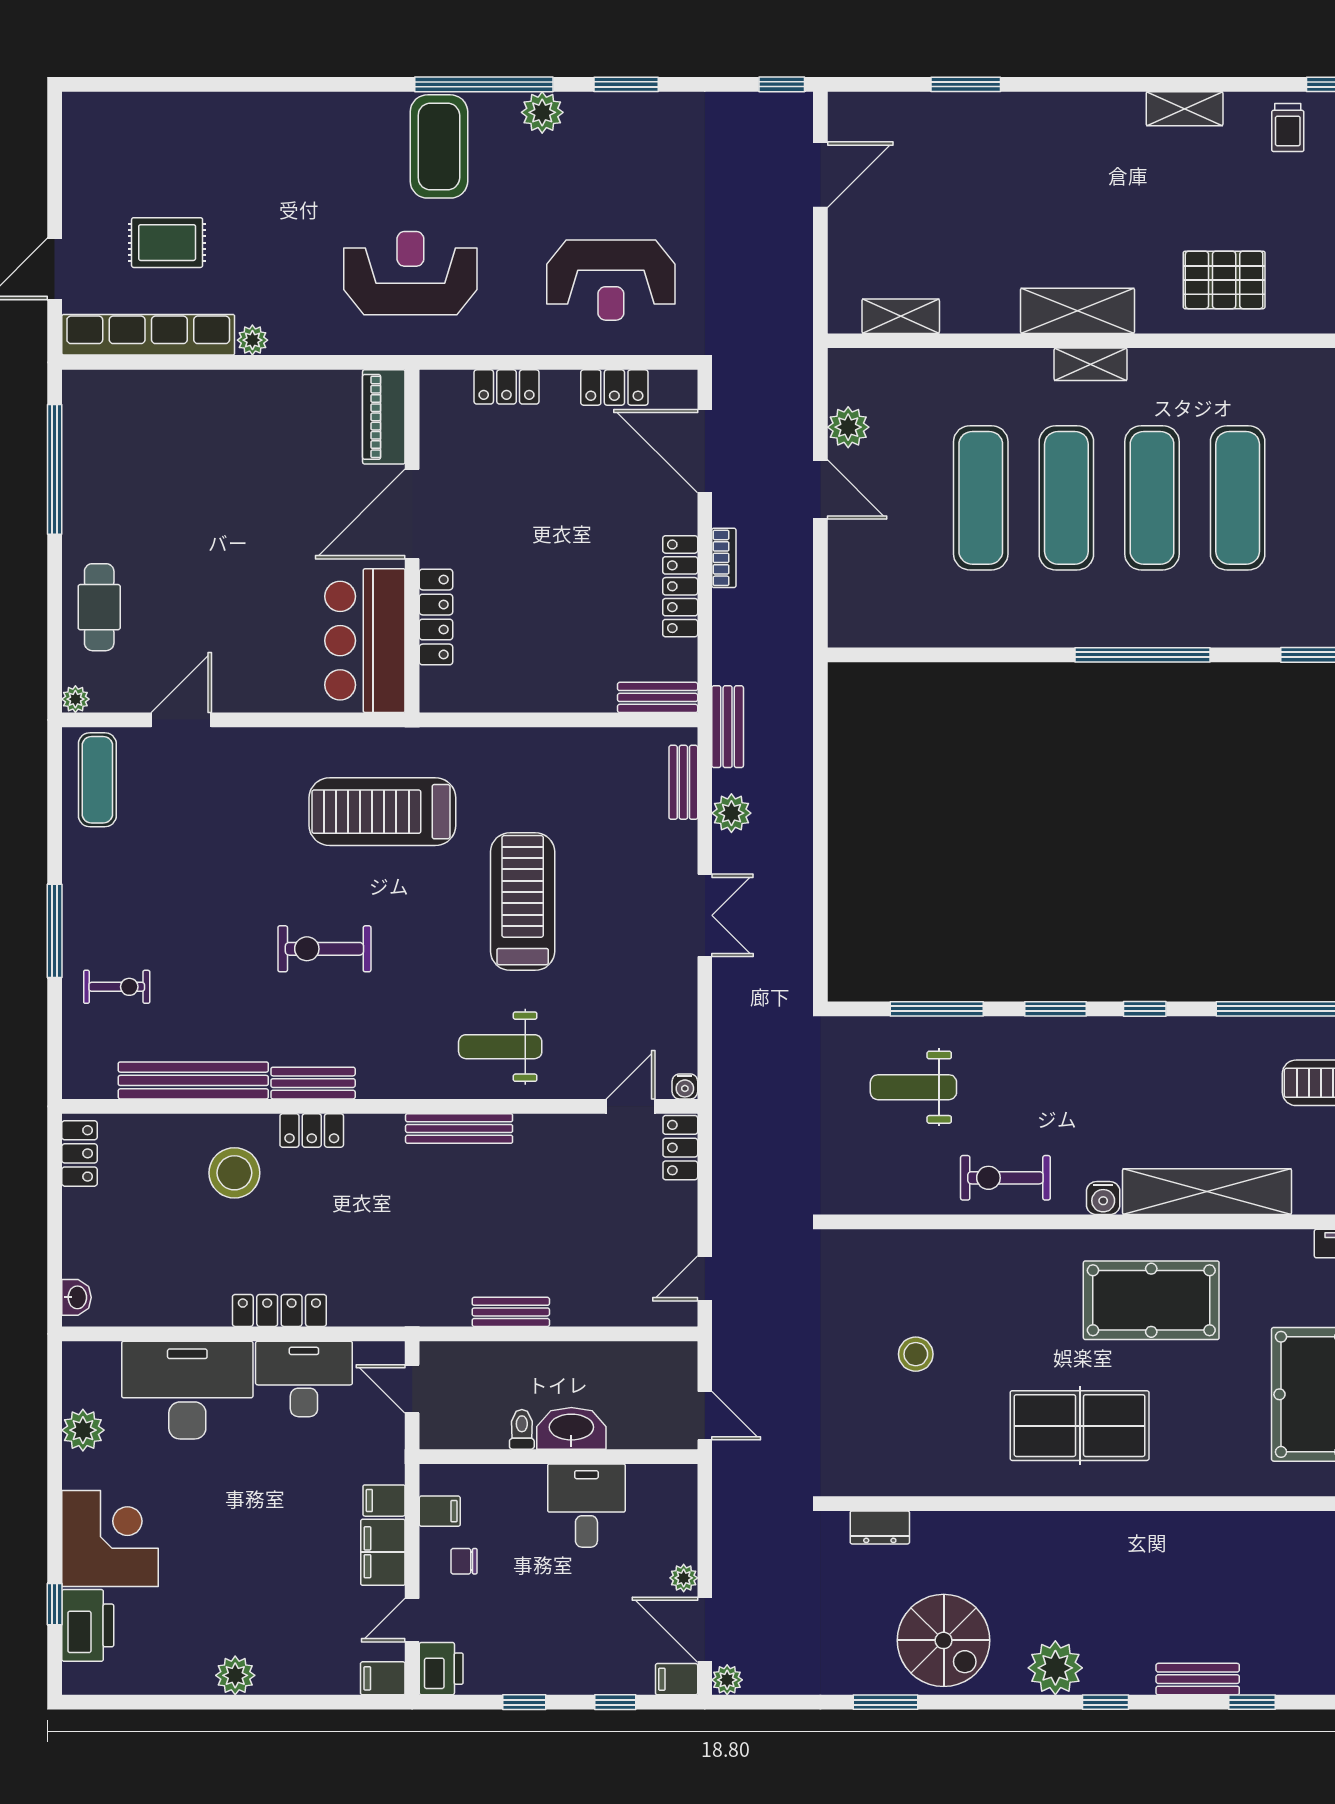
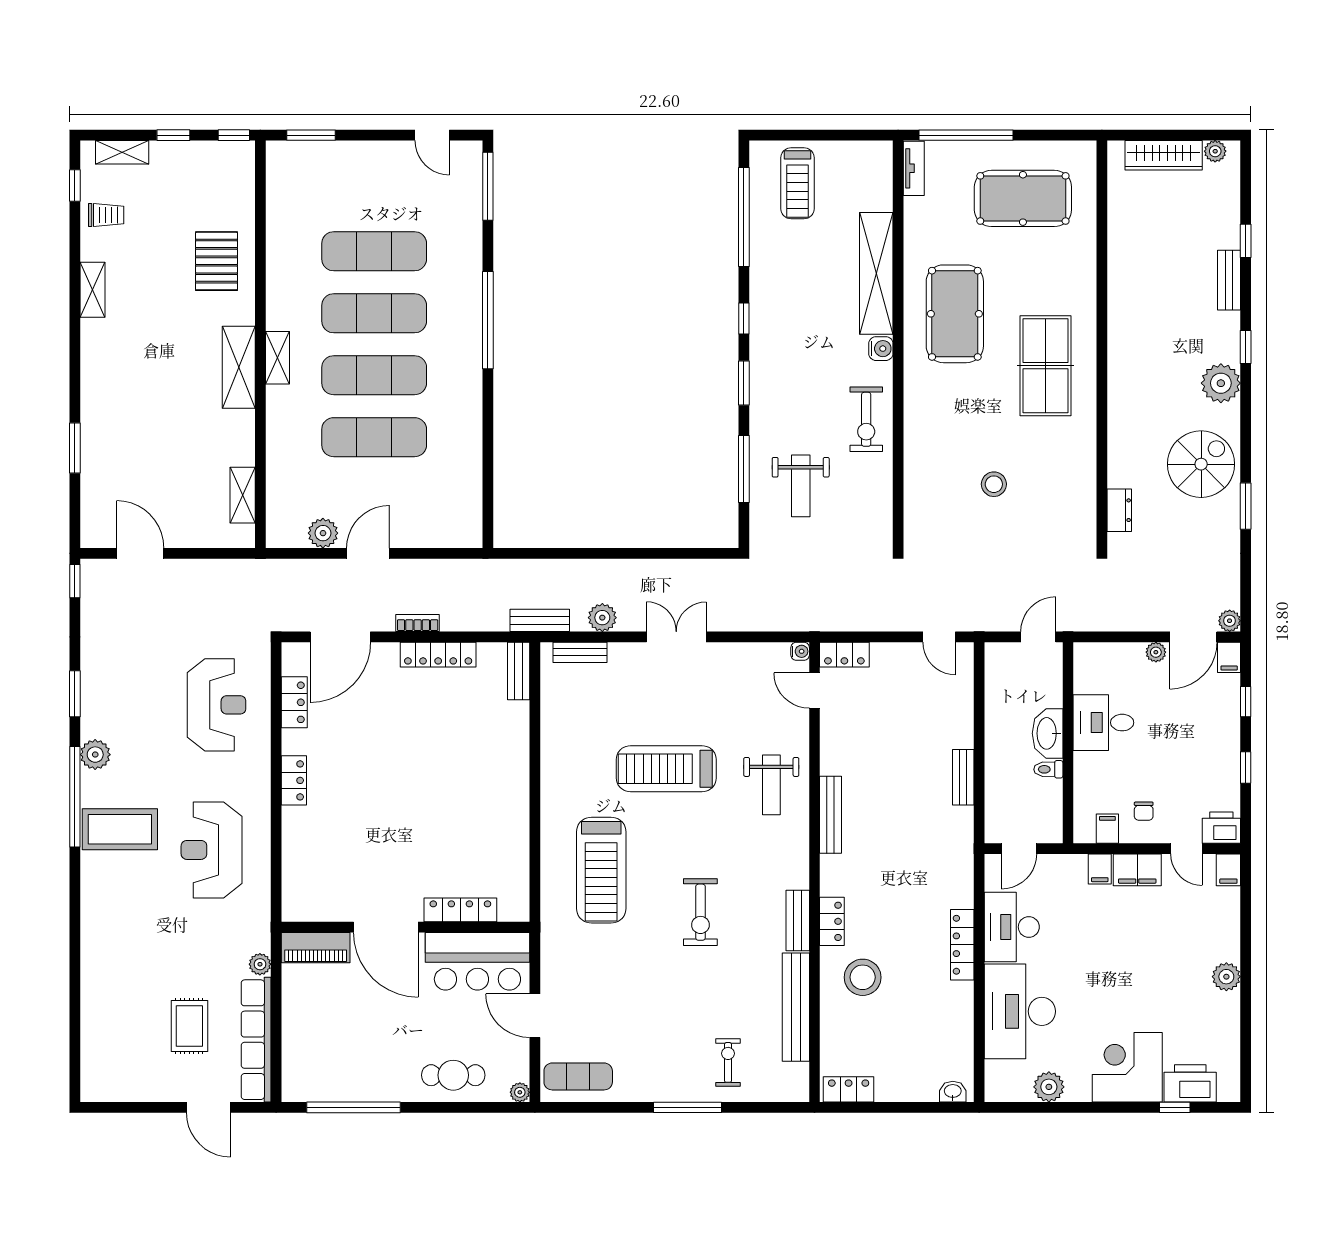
piano: (384, 417) -> (316, 948), moved
door: (412, 514) -> (386, 927), moved
wall: (412, 541) -> (405, 927), moved
locker: (436, 617) -> (460, 910), moved
bar counter: (365, 641) -> (477, 961), moved

